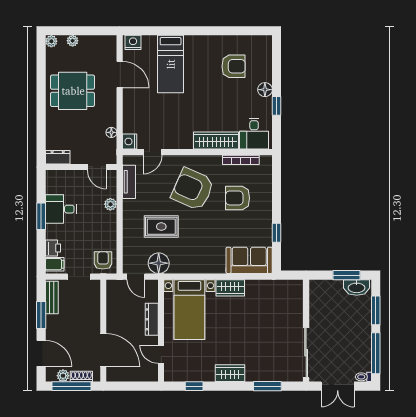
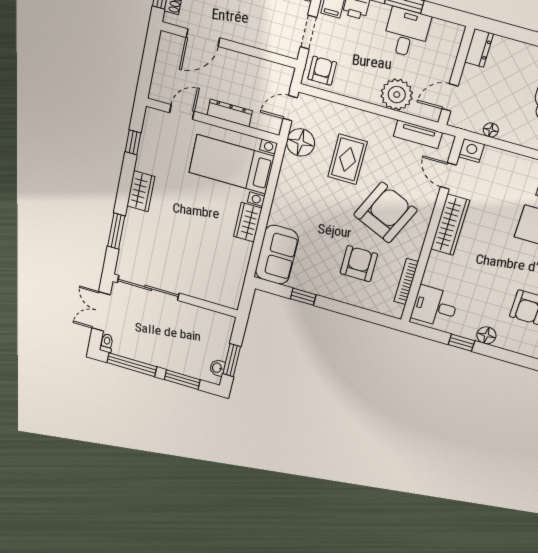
wardrobe: (216, 141) -> (450, 225), moved
plant: (110, 204) -> (397, 95), width x1.87, depth x1.87
armchair: (103, 260) -> (322, 71), turned -90
washbasin: (357, 287) -> (217, 368), width x0.52, depth x0.69
door: (103, 350) -> (203, 38), width x0.73

